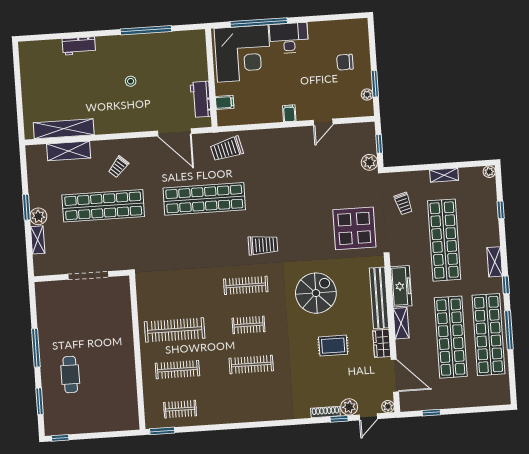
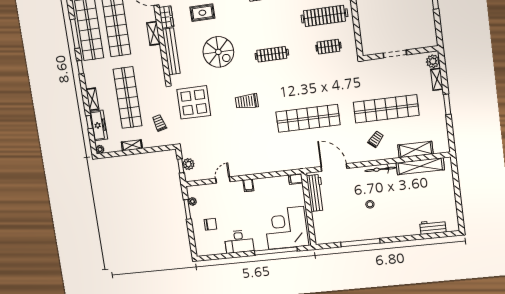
desk: (289, 38) -> (239, 242), moved
workbench: (79, 46) -> (433, 227), moved
workbench: (201, 99) -> (316, 193), width x1.37
filing cabinet: (225, 102) -> (296, 179), moved
bicycle: (115, 127) -> (380, 169), added
trolley: (227, 149) -> (293, 157), removed
plant: (369, 162) -> (188, 164), moved
plant: (38, 216) -> (433, 61), moved
trolley: (263, 245) -> (247, 101), moved
shelving: (495, 262) -> (92, 99), moved
doorway: (88, 275) -> (395, 54), width x0.73
freezer: (401, 286) -> (99, 125), moved, turned 180
spiral stairs: (316, 293) -> (218, 52), turned -90
clothes rail: (248, 325) -> (328, 47), moved

